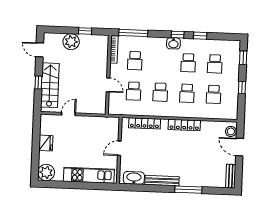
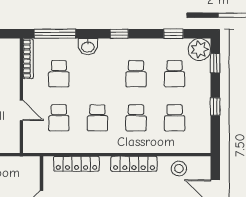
window: (200, 36) -> (173, 34), moved
washbasin: (173, 43) -> (88, 47), moved
plant: (233, 48) -> (199, 50), added
stool: (231, 131) -> (179, 169), moved

